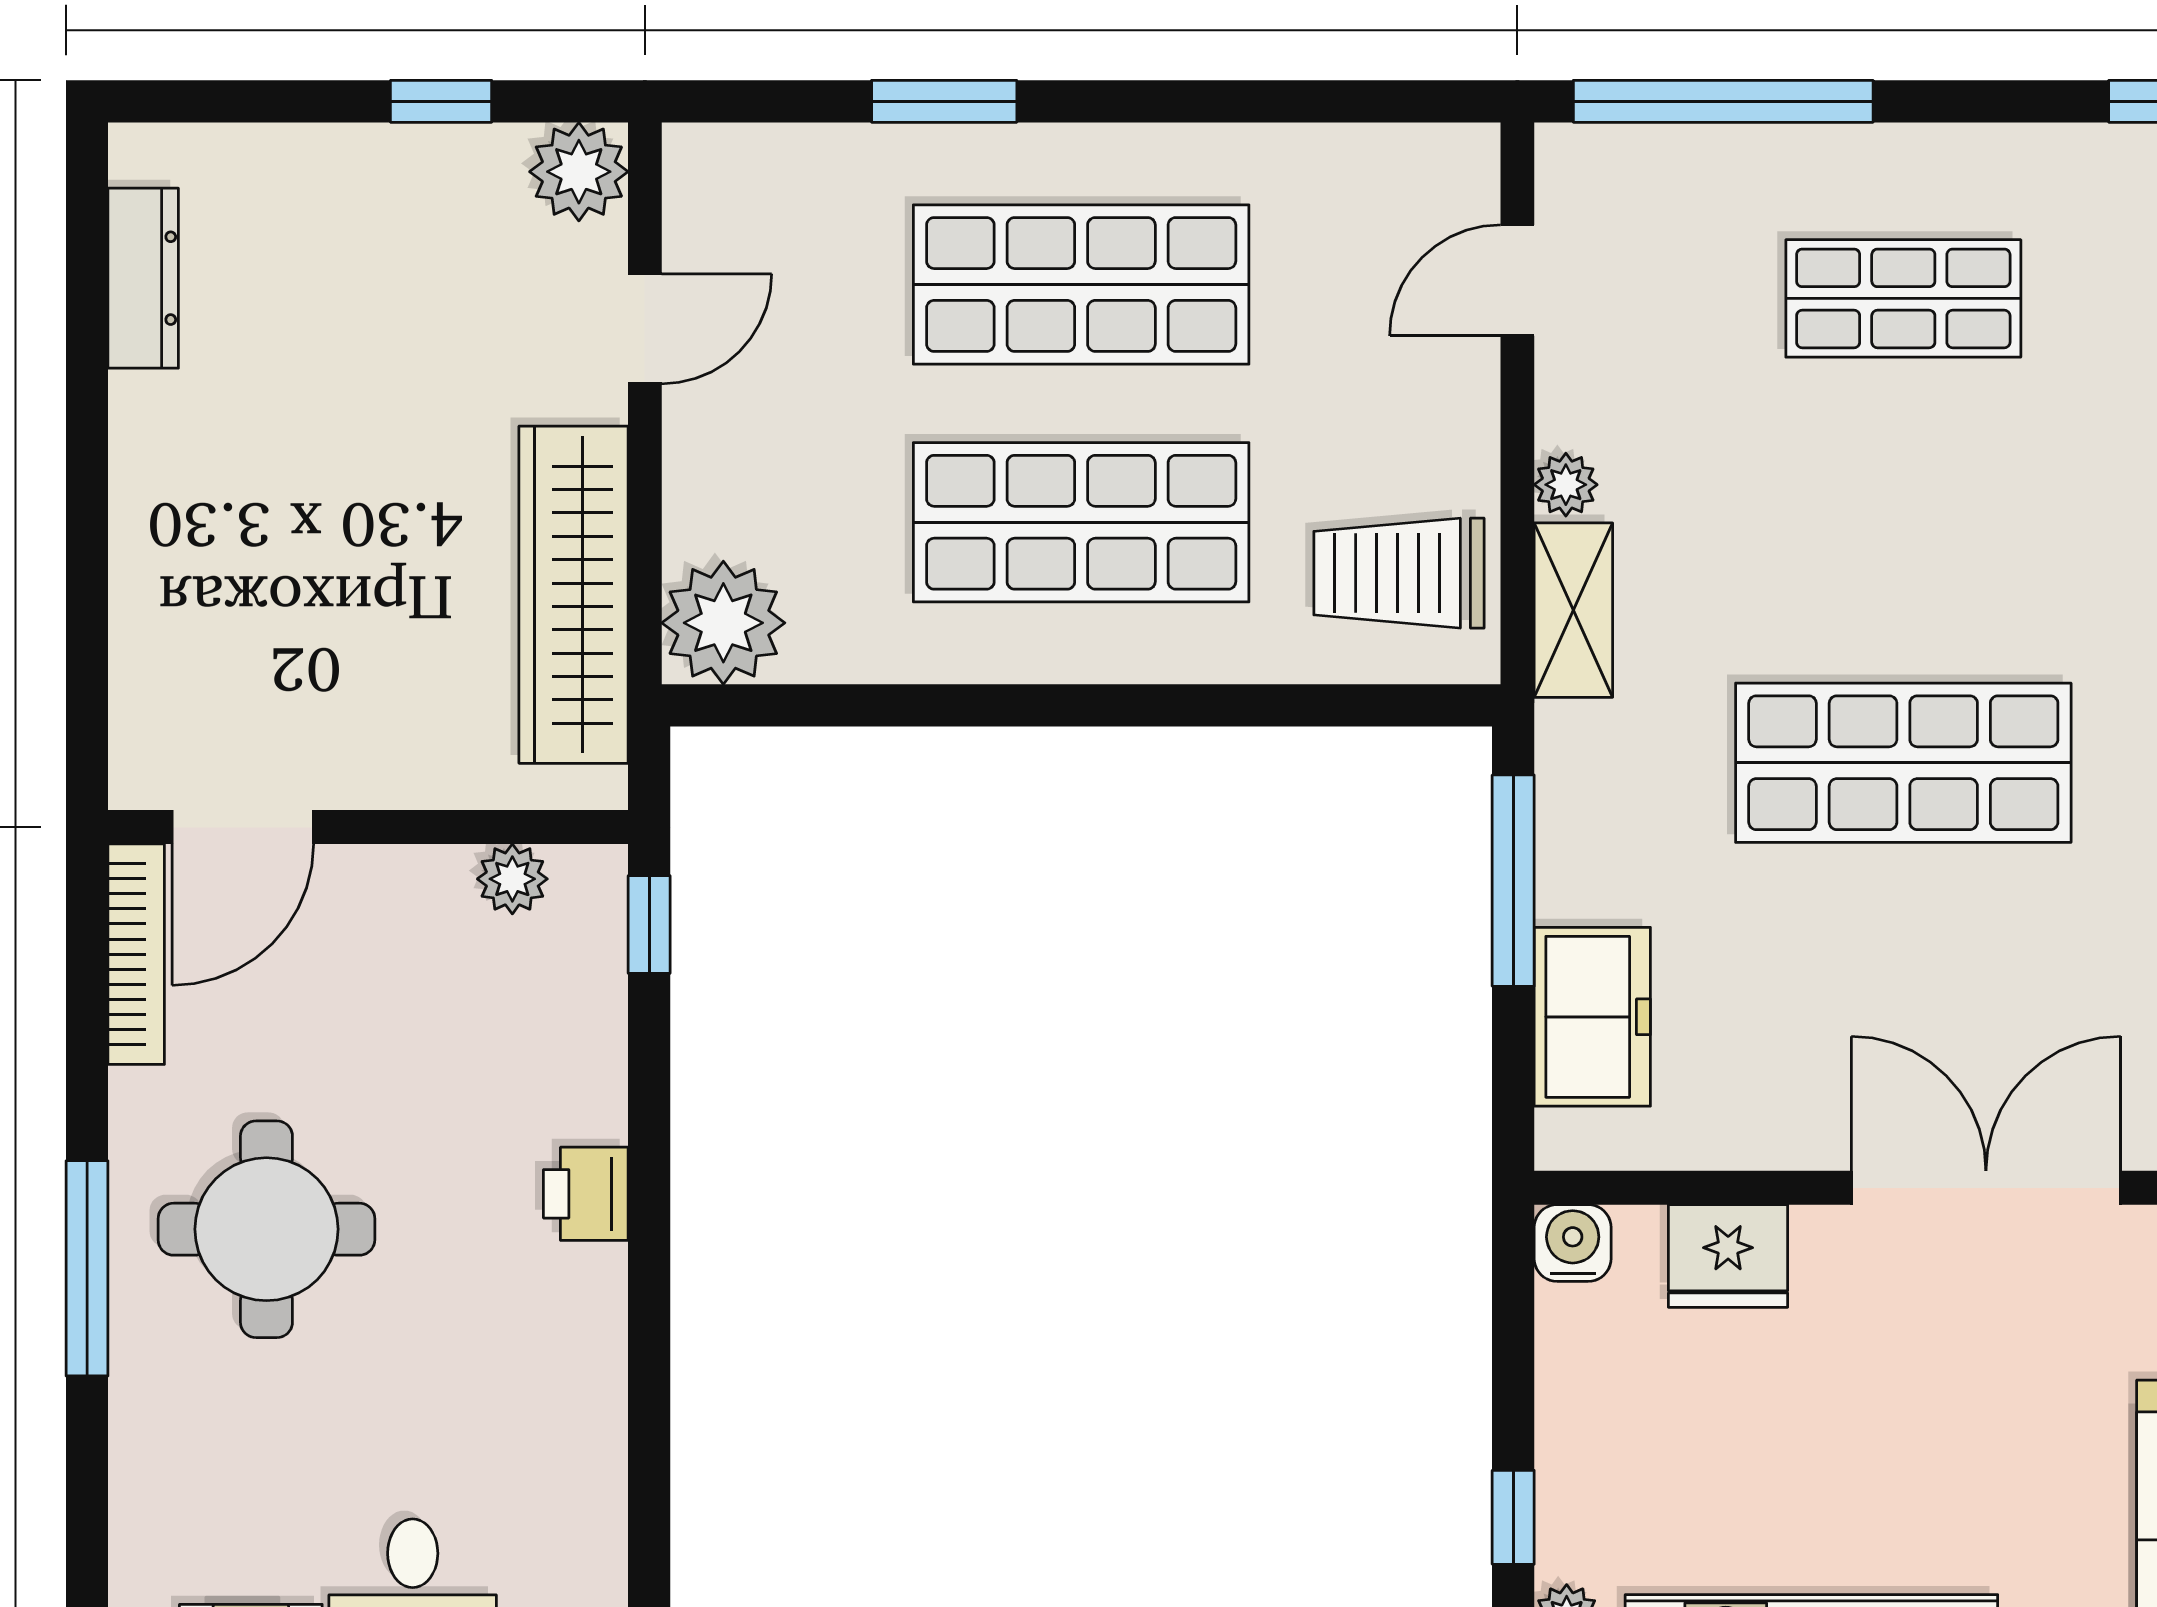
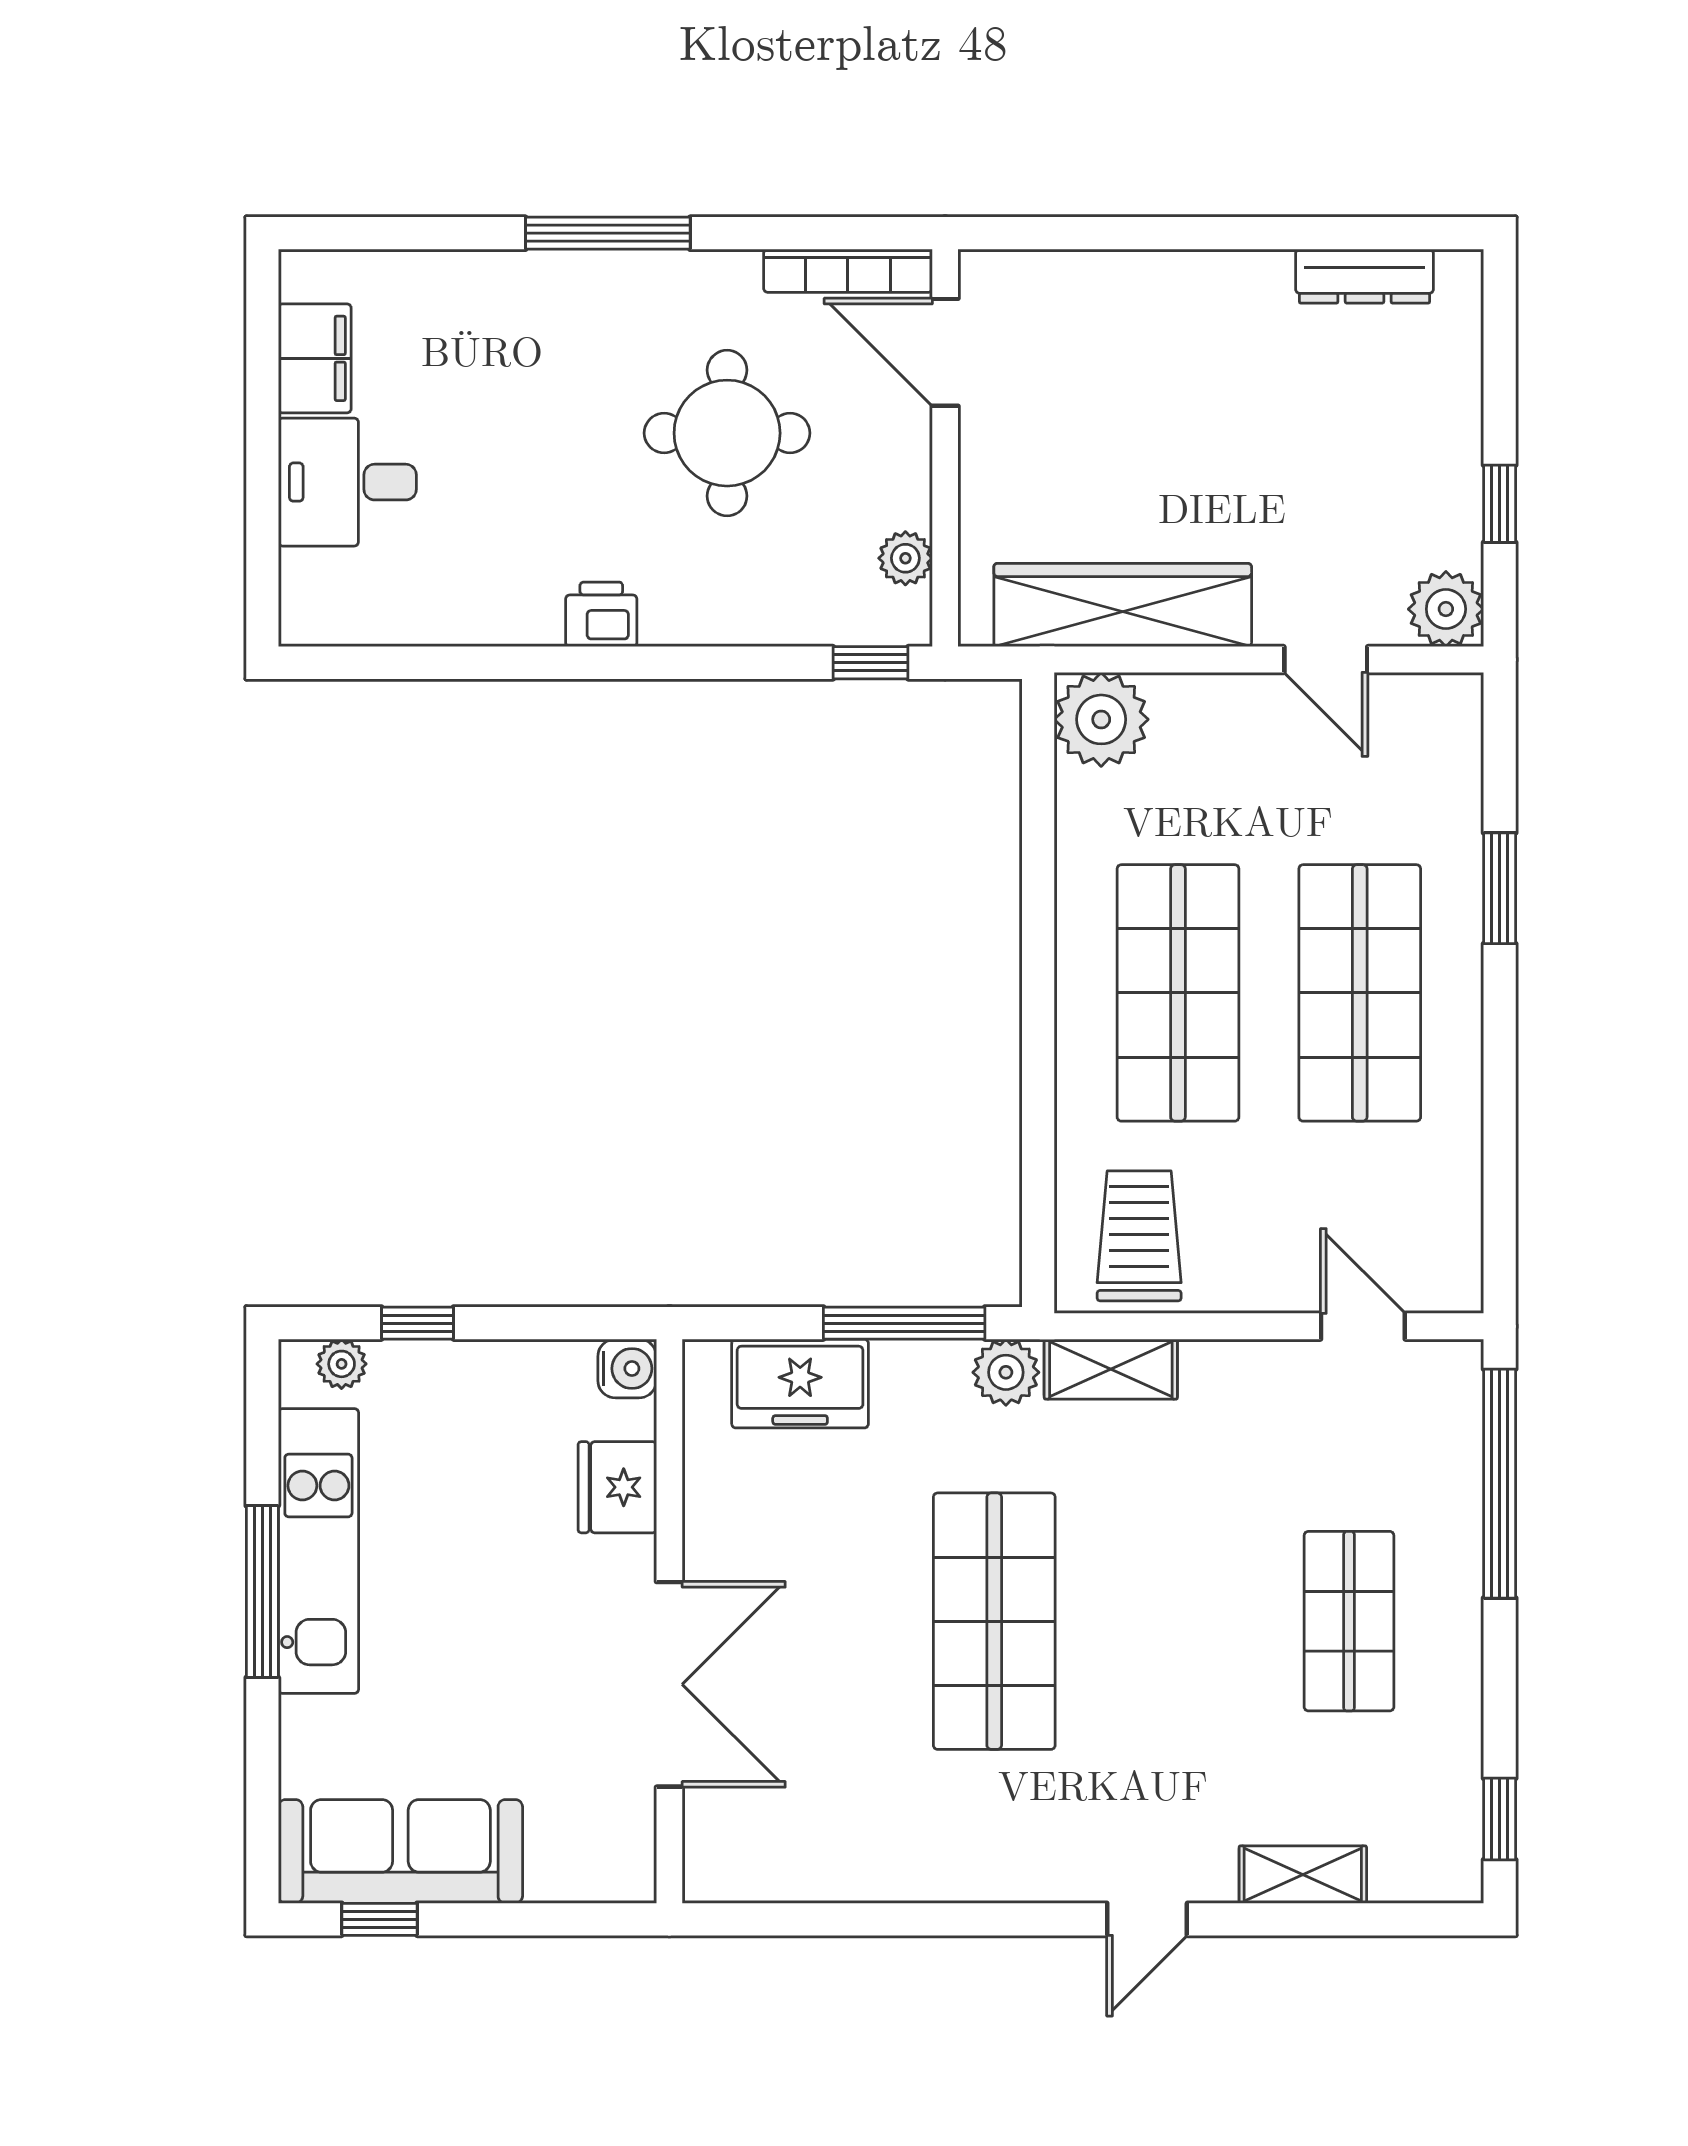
plant: (1566, 485) -> (1006, 1372), moved, width x1.38, depth x1.38
printer: (586, 1194) -> (601, 614), moved
round table: (266, 1229) -> (727, 433), moved

